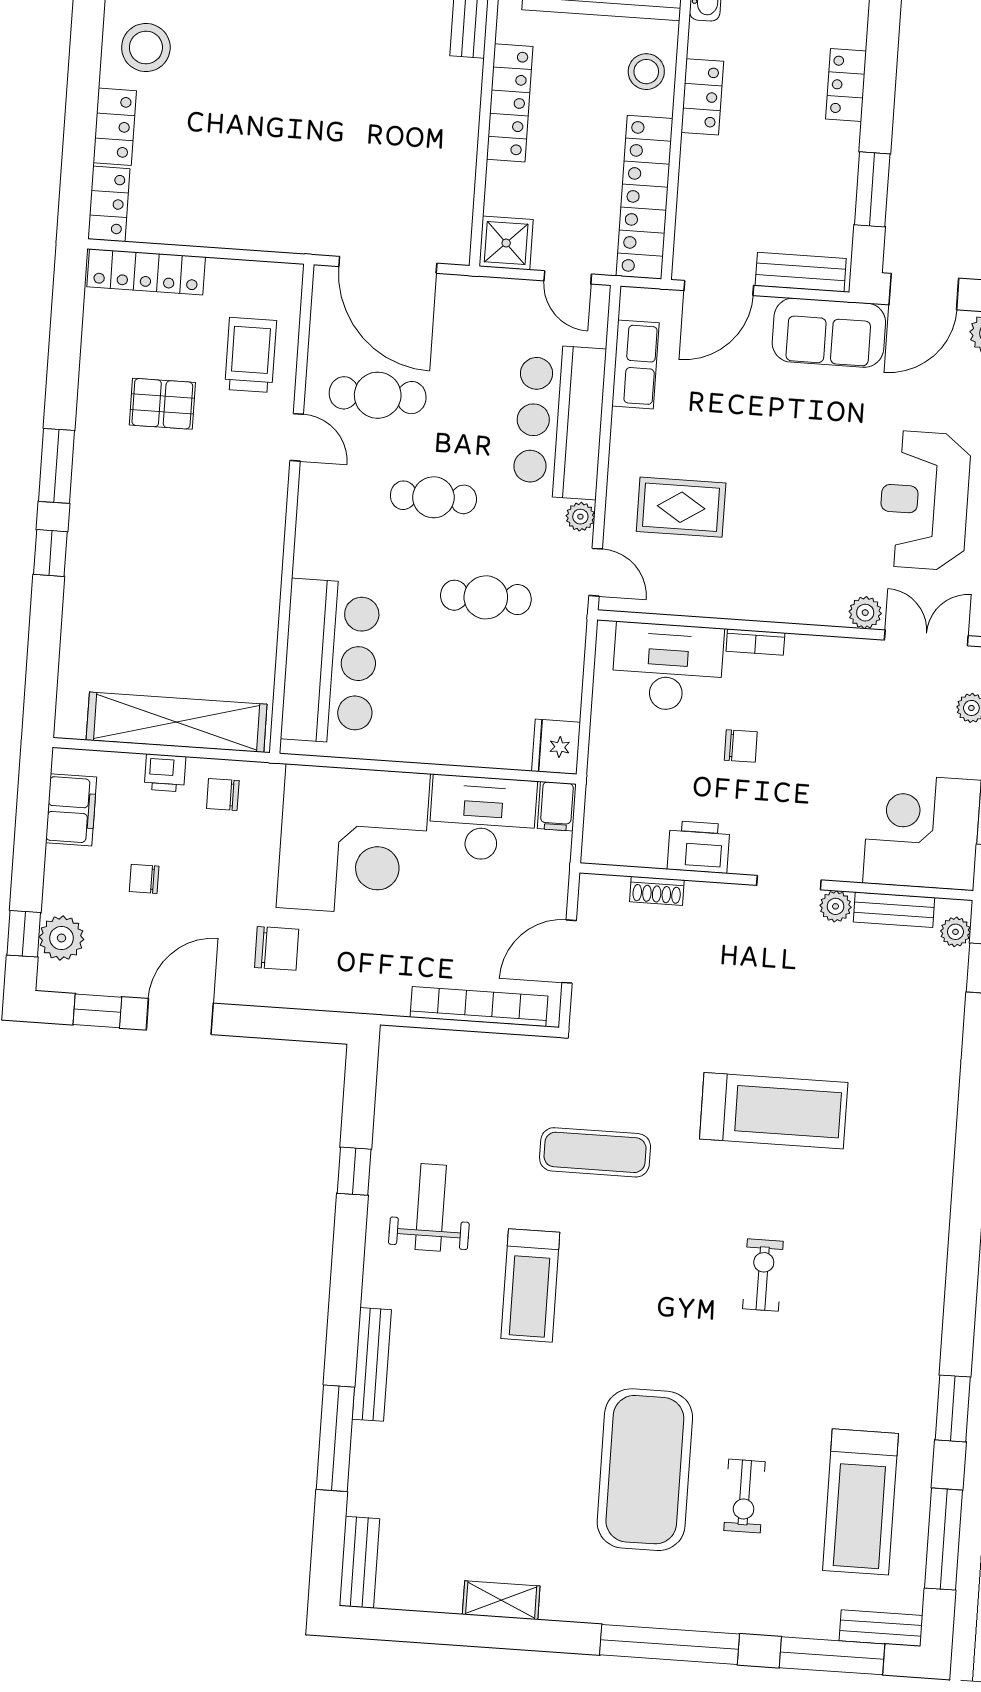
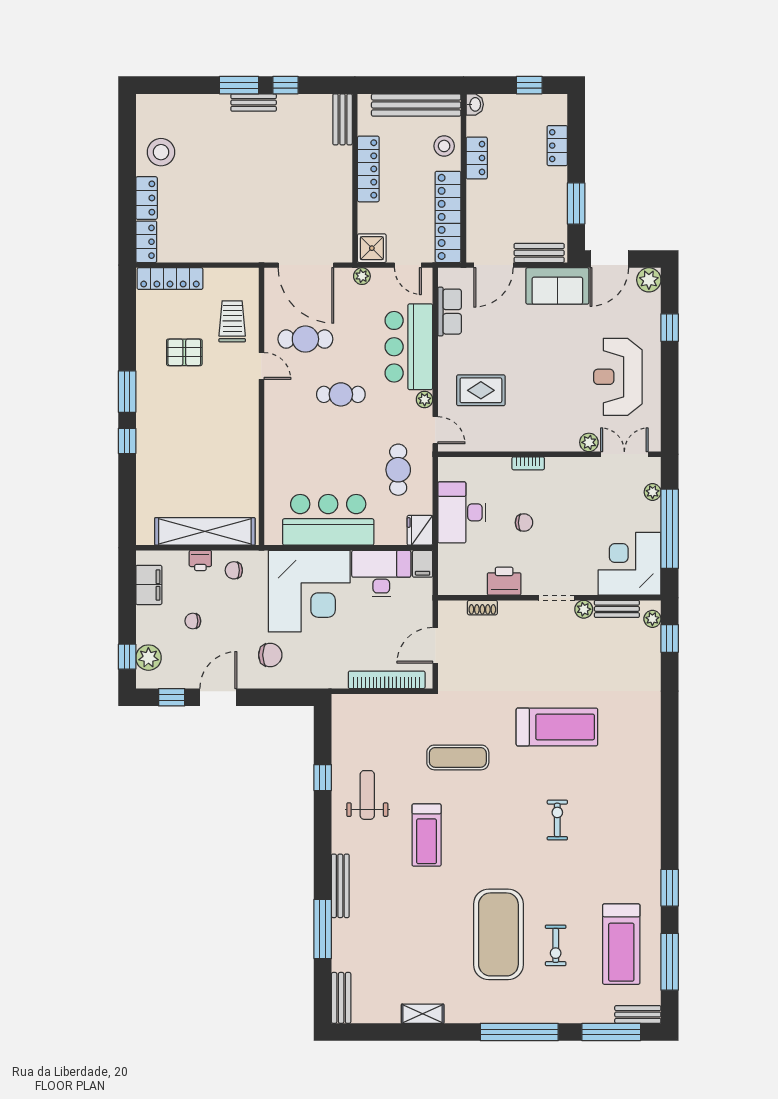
plant: (485, 291) -> (362, 276), added
cafe table: (486, 597) -> (398, 470), moved, turned 90
bar counter: (331, 662) -> (328, 520), moved, turned -90
desk: (668, 667) -> (462, 512), moved, turned -90

